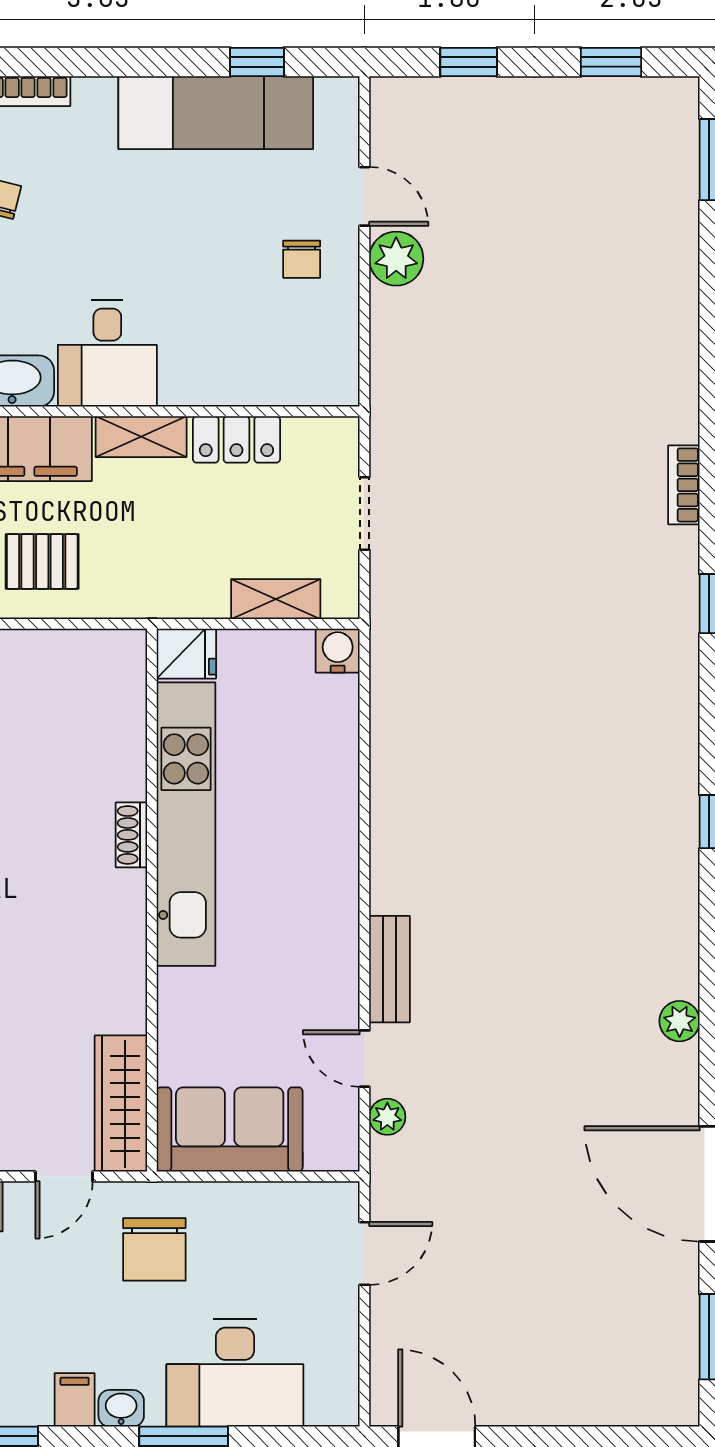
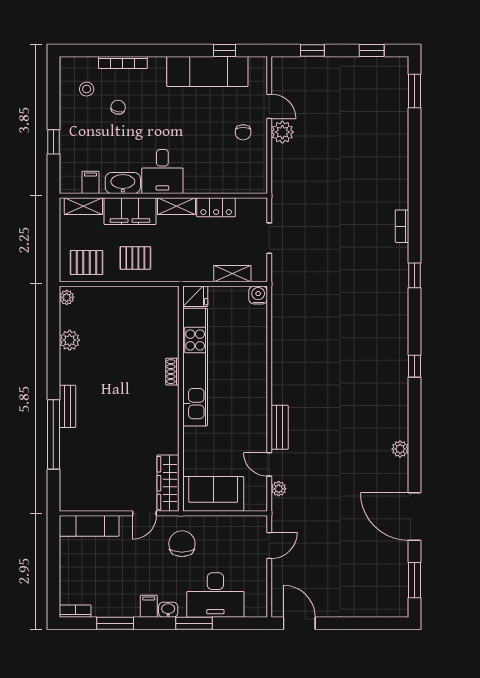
chair: (154, 1249) -> (182, 544), turned 180

